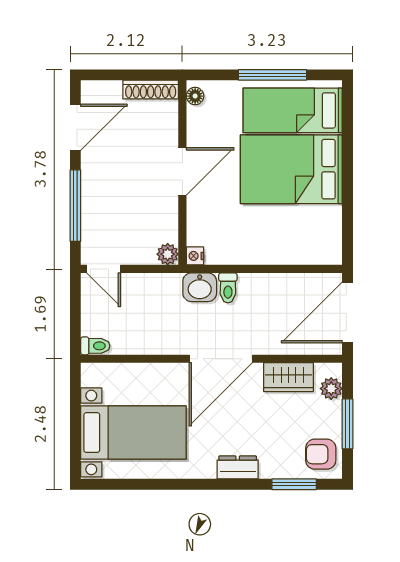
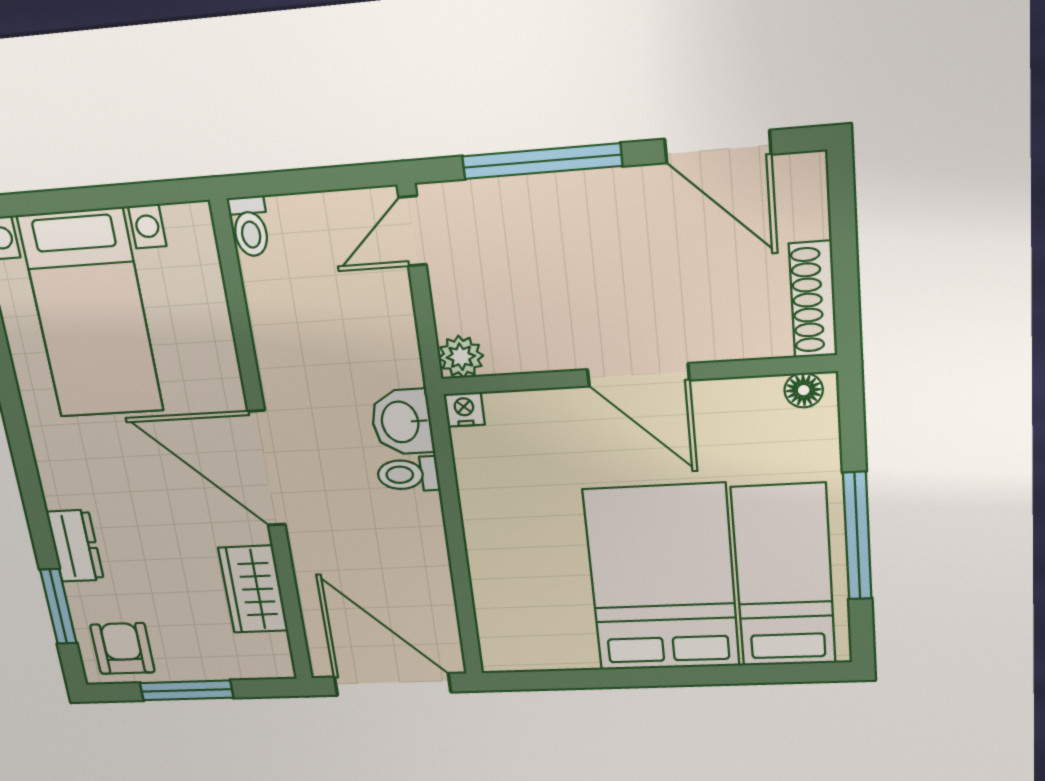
plant: (331, 389) -> (246, 662), removed
dresser: (238, 467) -> (75, 546), moved

